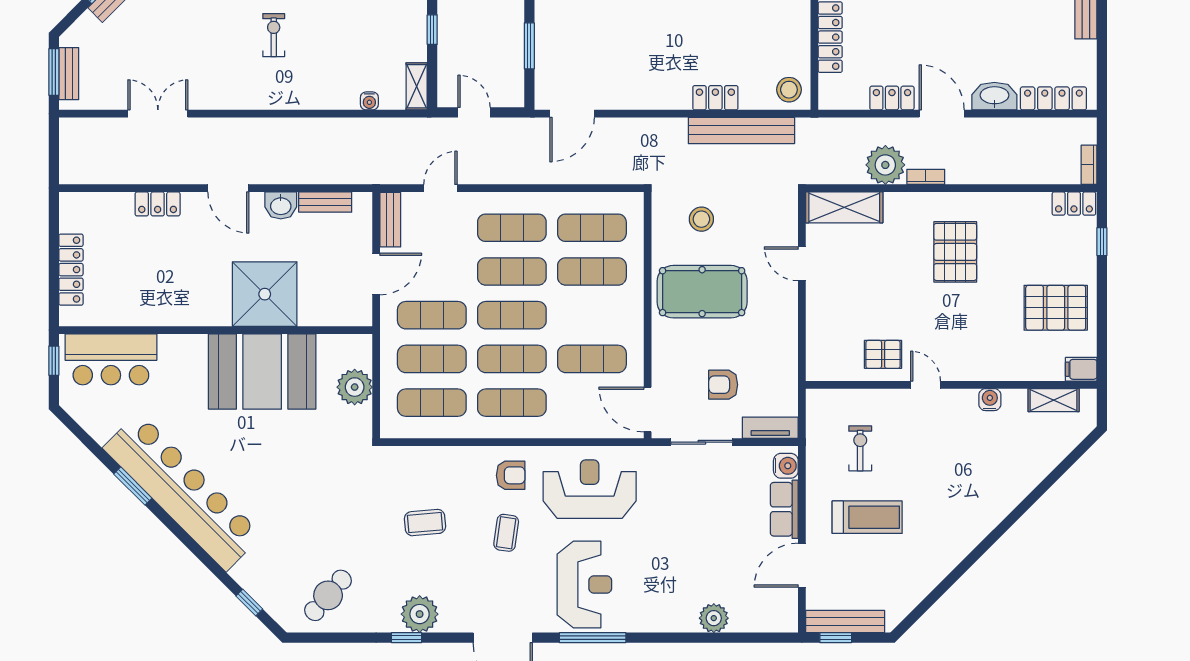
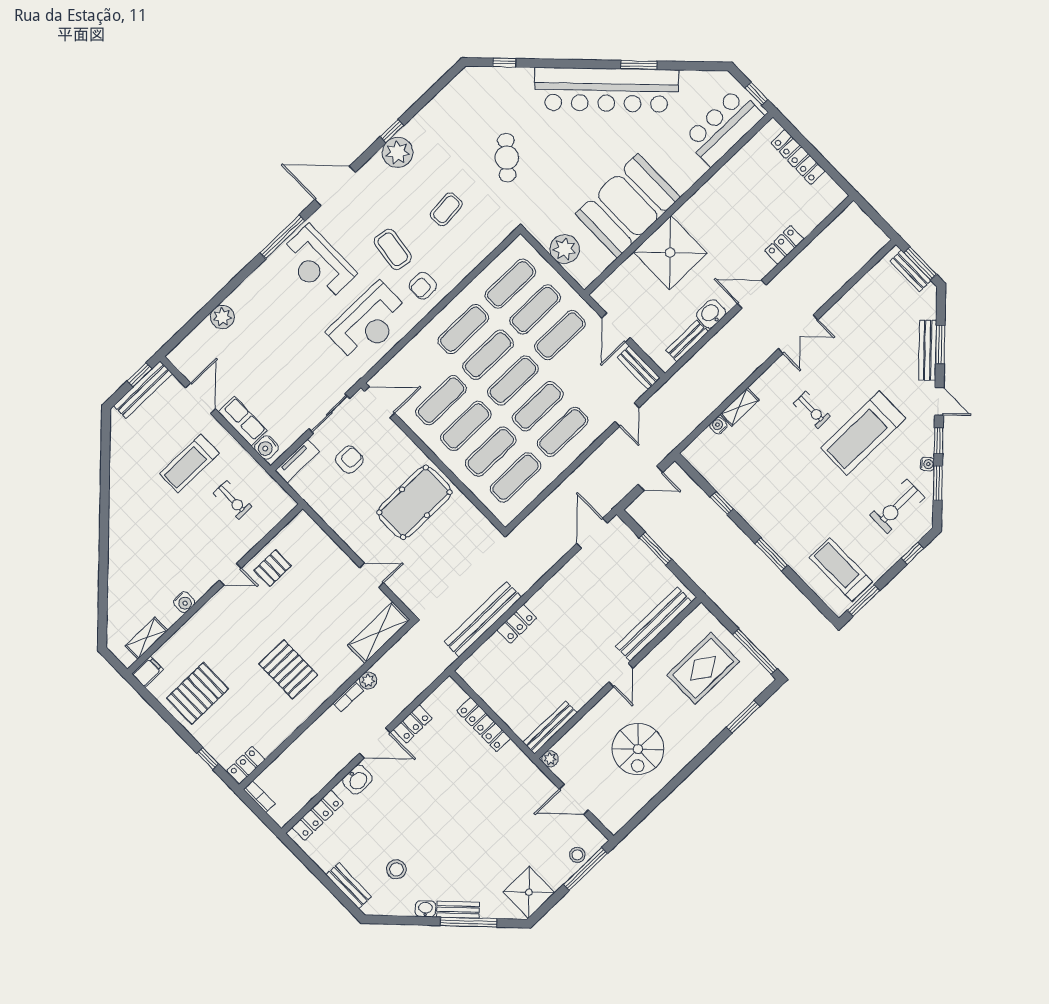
shelving: (417, 86) -> (739, 407), moved, turned 90
stool: (789, 90) -> (478, 670), removed
washbasin: (994, 96) -> (357, 780), width x0.72
double door: (158, 114) -> (798, 334), moved
plant: (885, 165) -> (368, 681), width x0.53, depth x0.53
stool: (701, 219) -> (456, 545), removed
exercise mat: (592, 315) -> (466, 426), added
coffee table: (506, 533) -> (393, 249), width x1.36, depth x1.30
cafe table: (328, 595) -> (507, 158), moved

